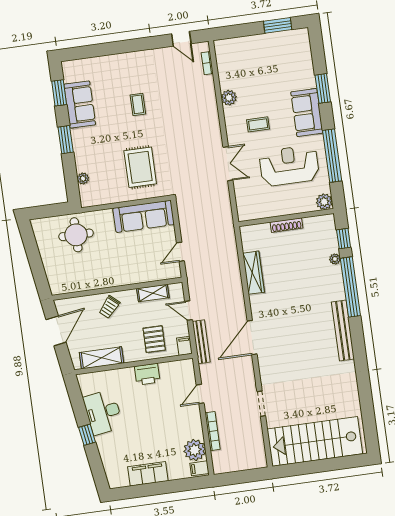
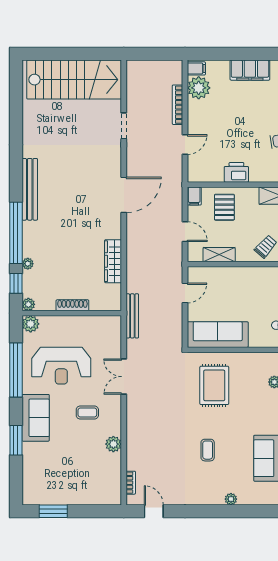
plant: (109, 61) -> (231, 499), added
plant: (329, 220) -> (28, 304), added
bench: (201, 342) -> (132, 316), moved

